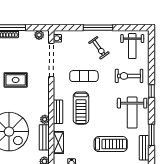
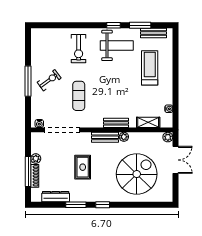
plant: (39, 35) -> (36, 159), moved
weight bench: (132, 46) -> (47, 45), removed
window: (151, 91) -> (114, 25), moved
treadmill: (81, 108) -> (112, 99), removed
bench: (44, 137) -> (105, 137), moved

